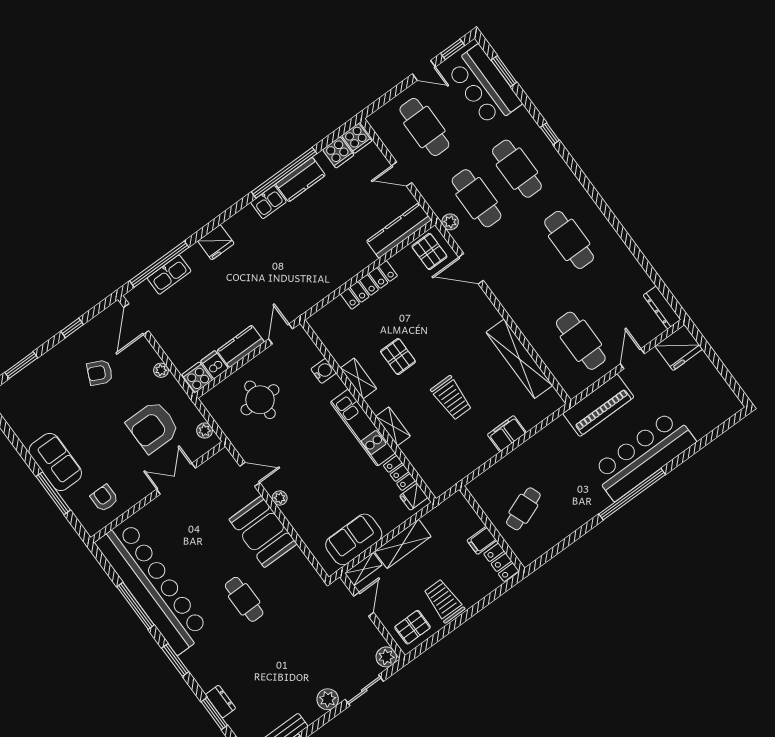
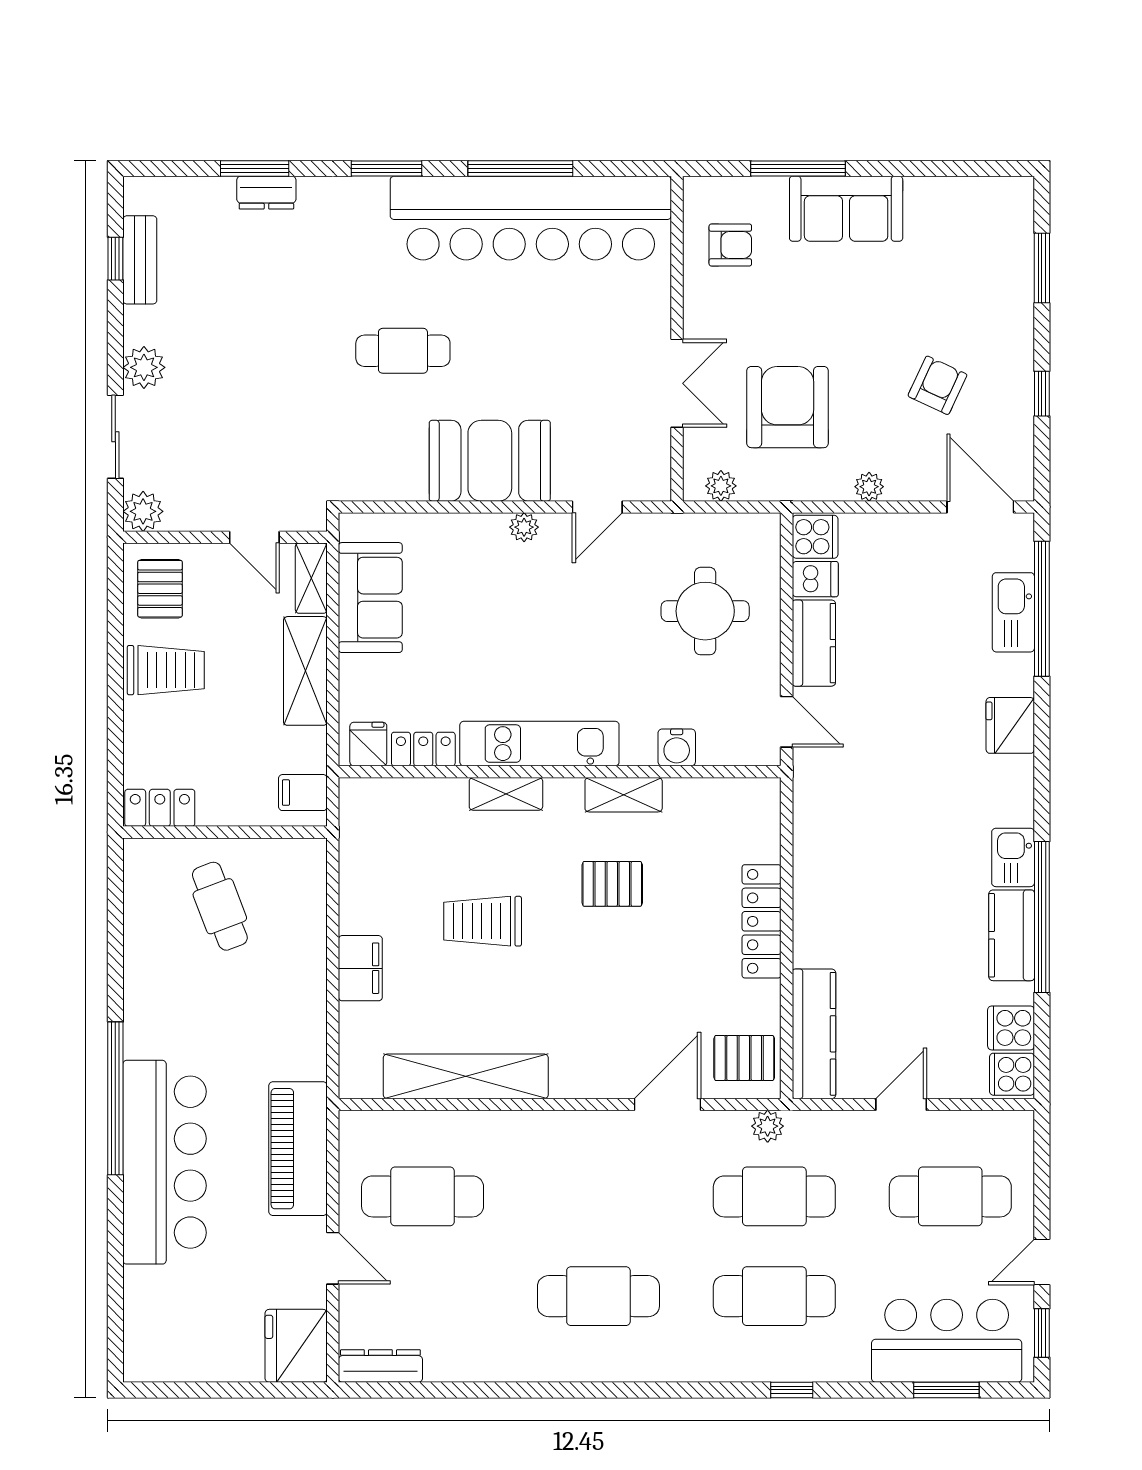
filing cabinet: (482, 540) -> (303, 793), moved, turned -90

